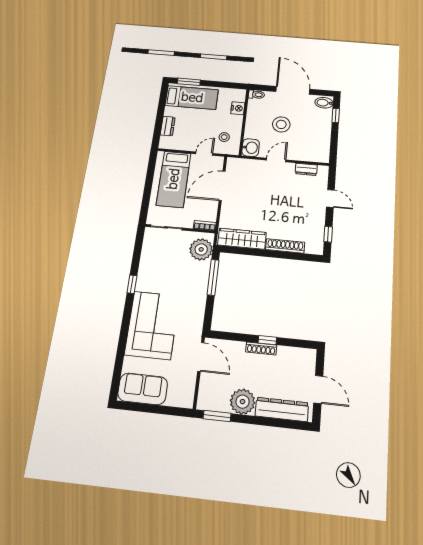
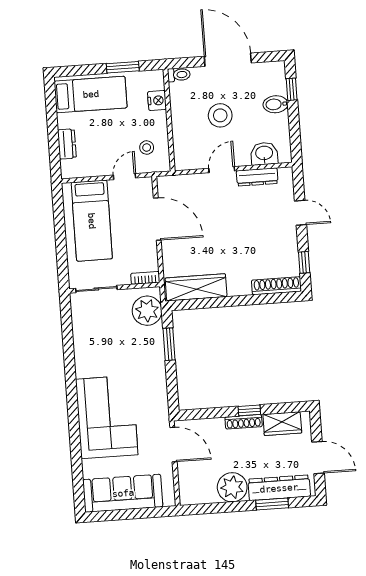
window: (189, 82) -> (123, 67), moved
bidet: (324, 103) -> (276, 104), moved
washbasin: (251, 148) -> (264, 154), moved, turned -90
dresser: (306, 169) -> (257, 177), width x1.44
door: (222, 186) -> (157, 219), swing flipped
shoe rack: (285, 246) -> (276, 286), moved
window: (213, 277) -> (169, 344), width x0.69
window: (132, 284) -> (70, 371), removed
wardrobe: (293, 356) -> (282, 424), added
sofa: (143, 389) -> (123, 493), width x1.36
window: (217, 416) -> (272, 504), moved

